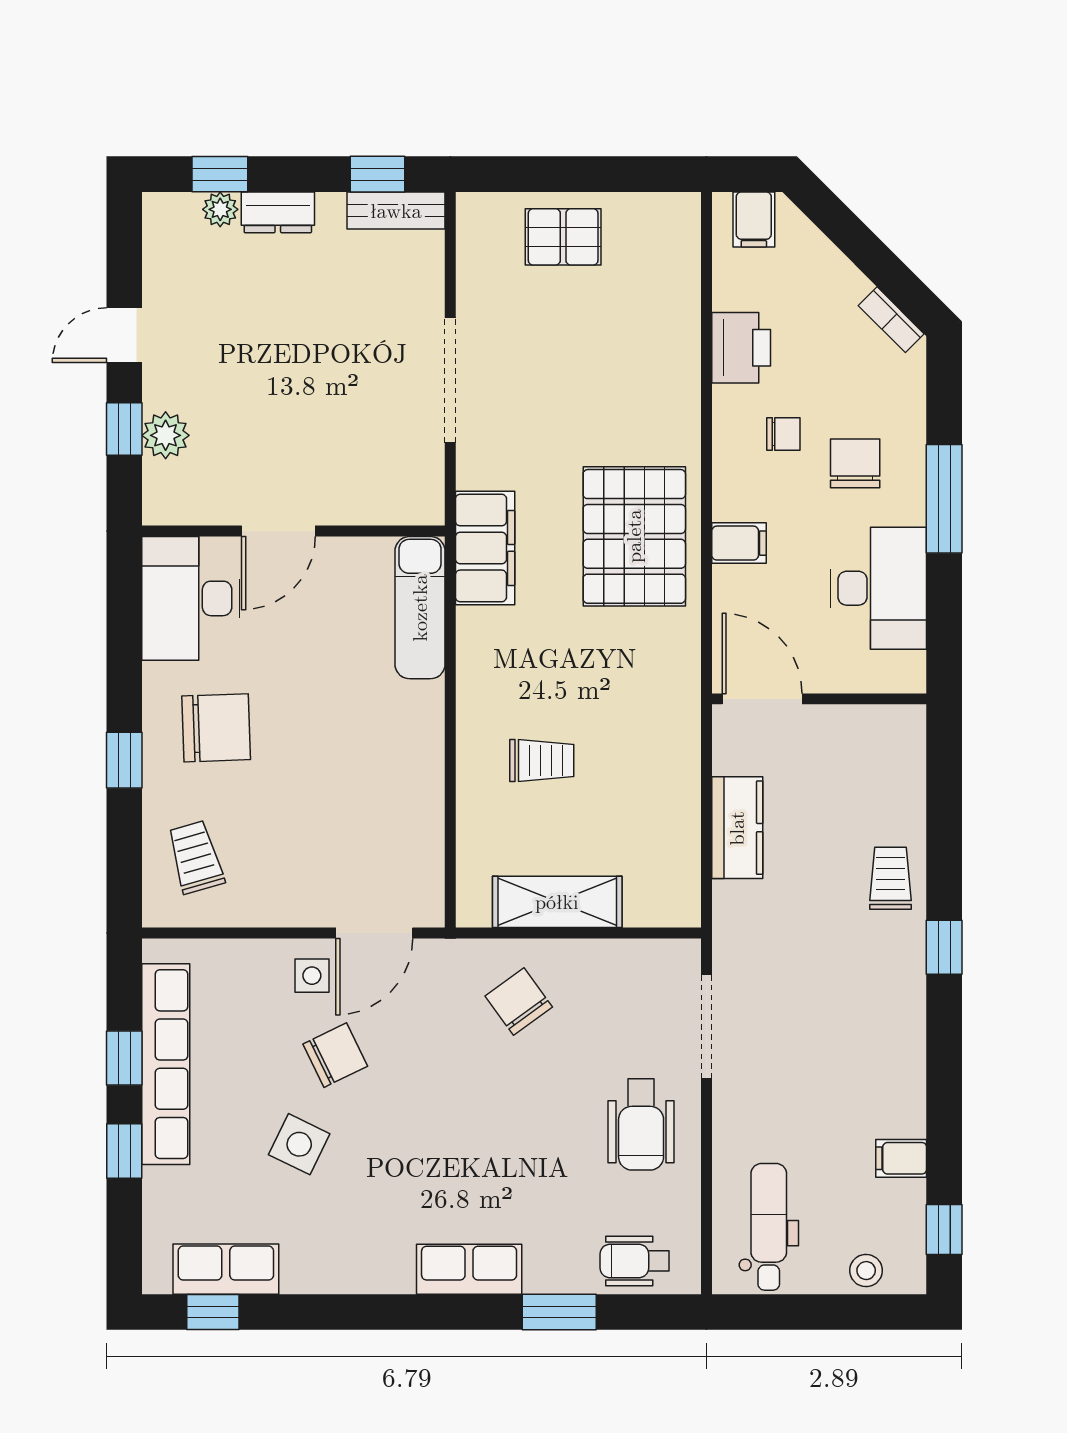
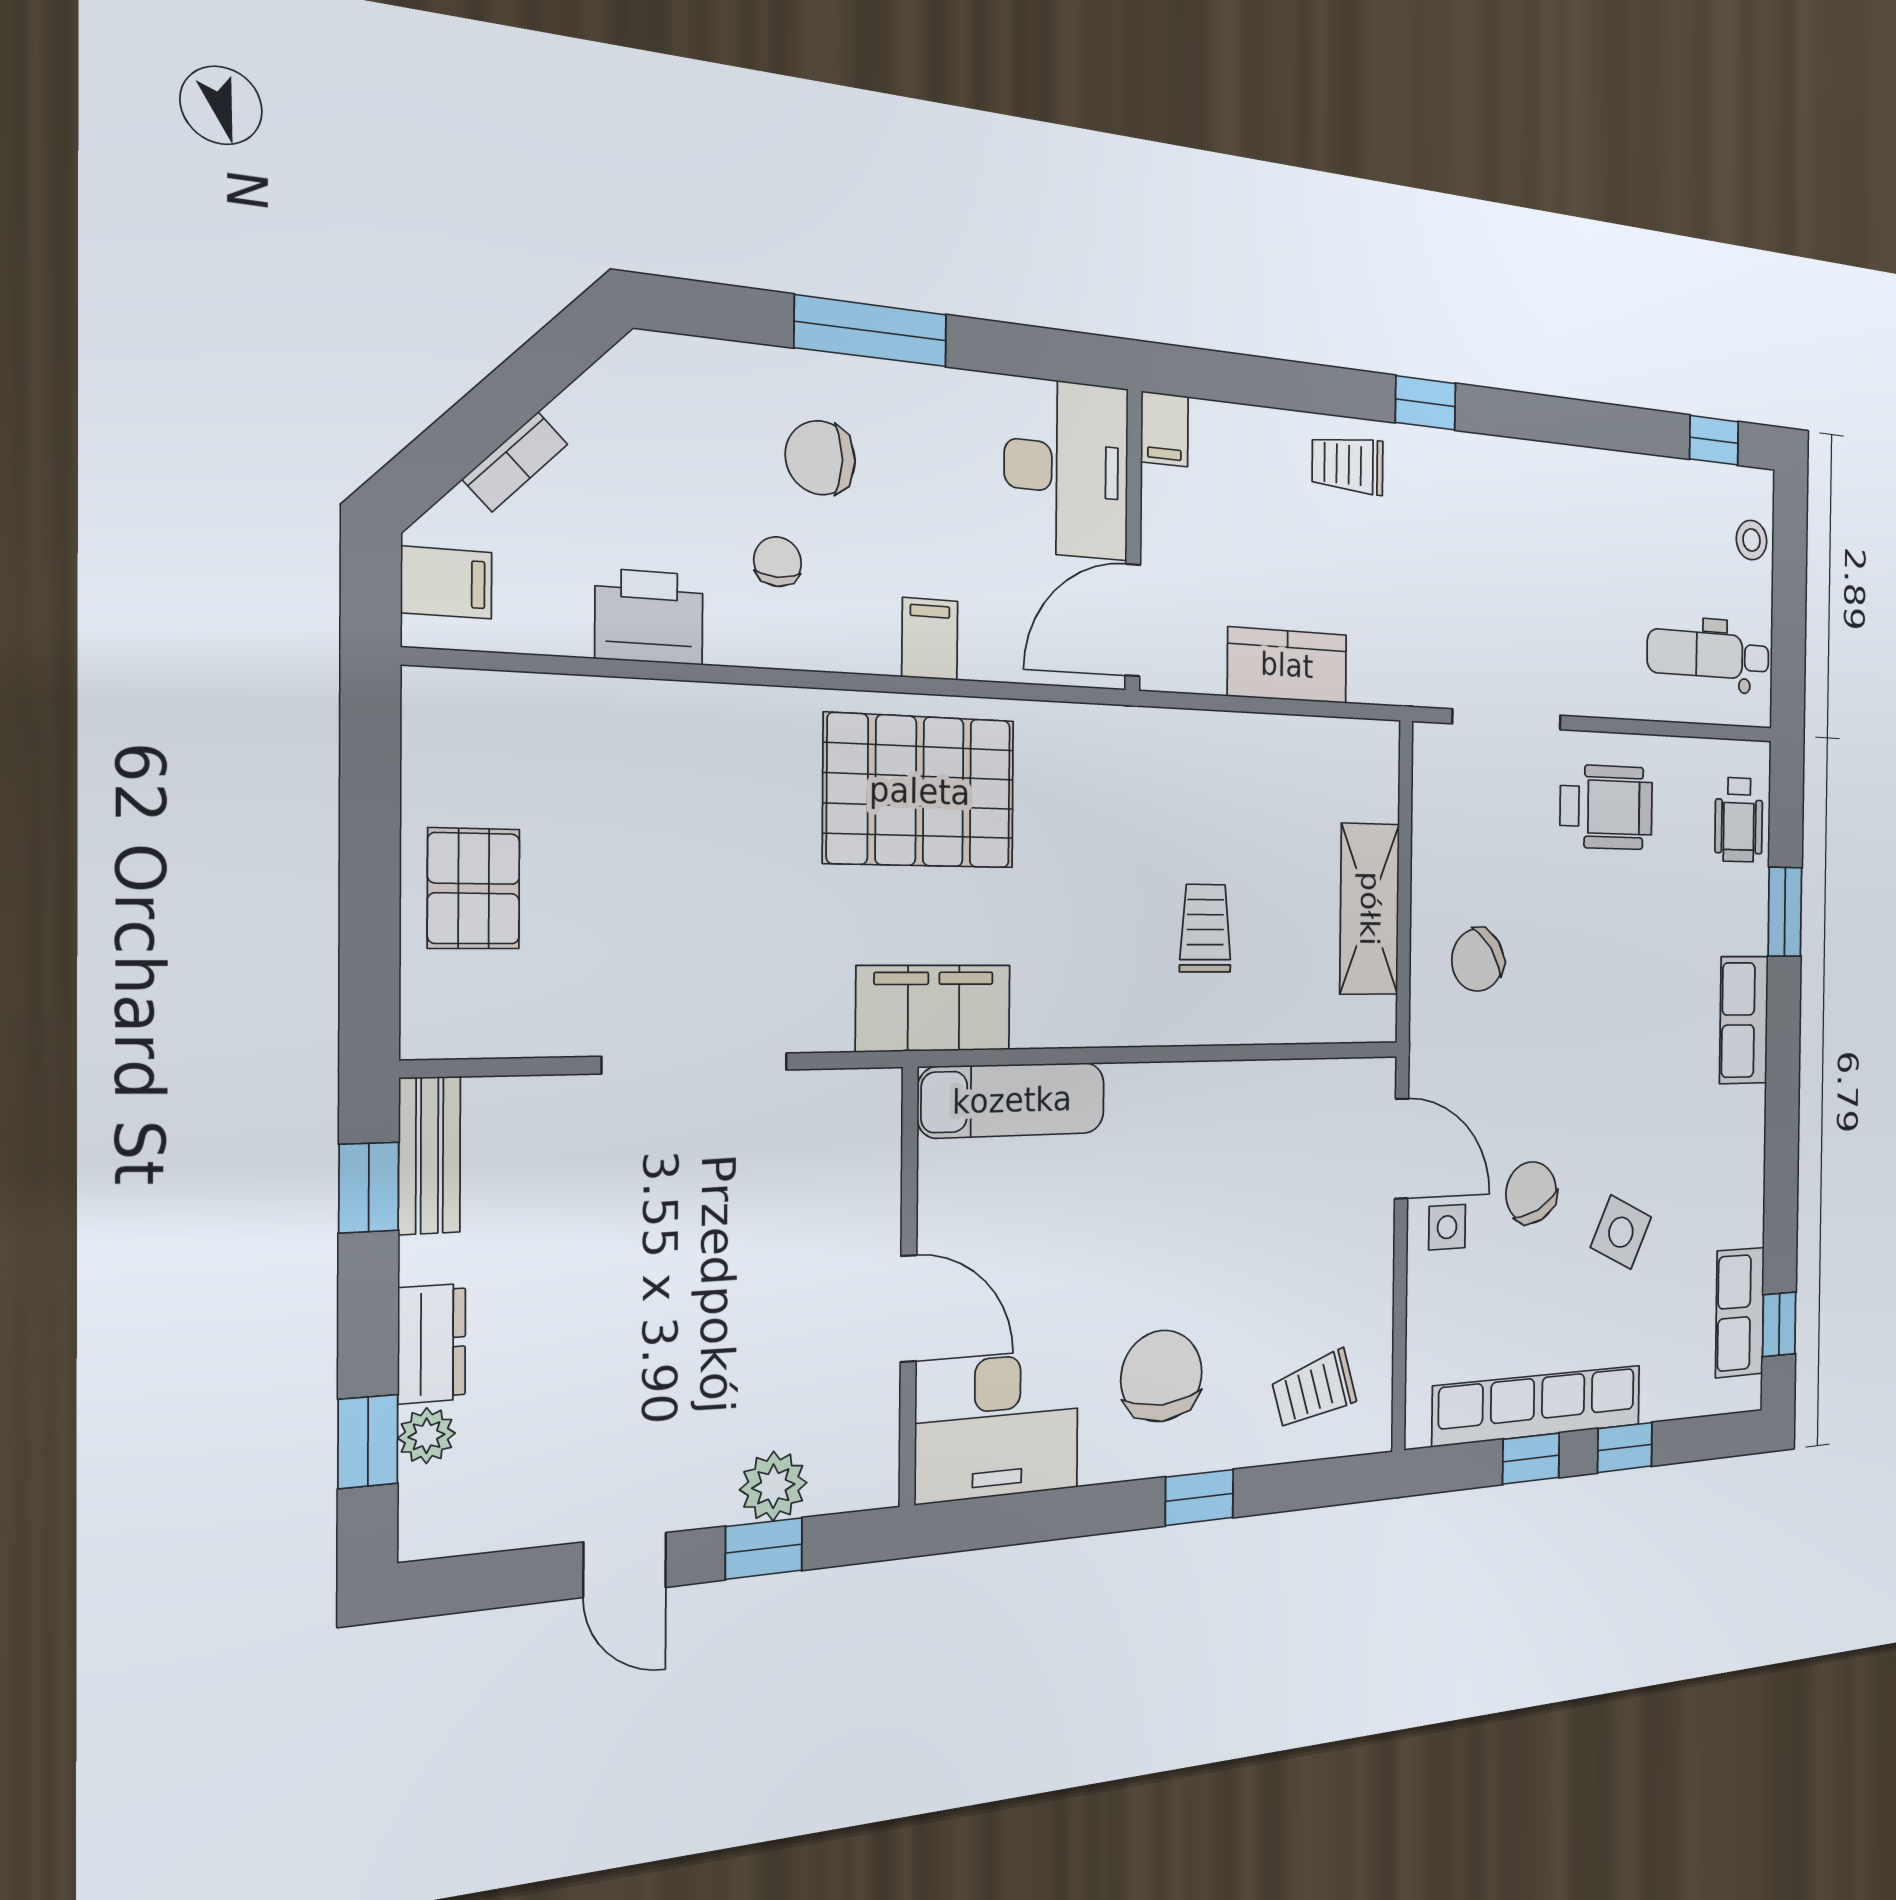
bookcase: (891, 320) -> (515, 462), moved
desk: (878, 588) -> (1067, 469), moved, turned 90
filing cabinet: (901, 1158) -> (1165, 429), moved

